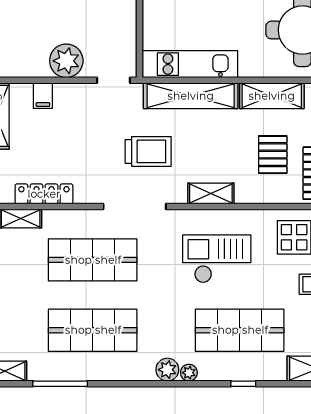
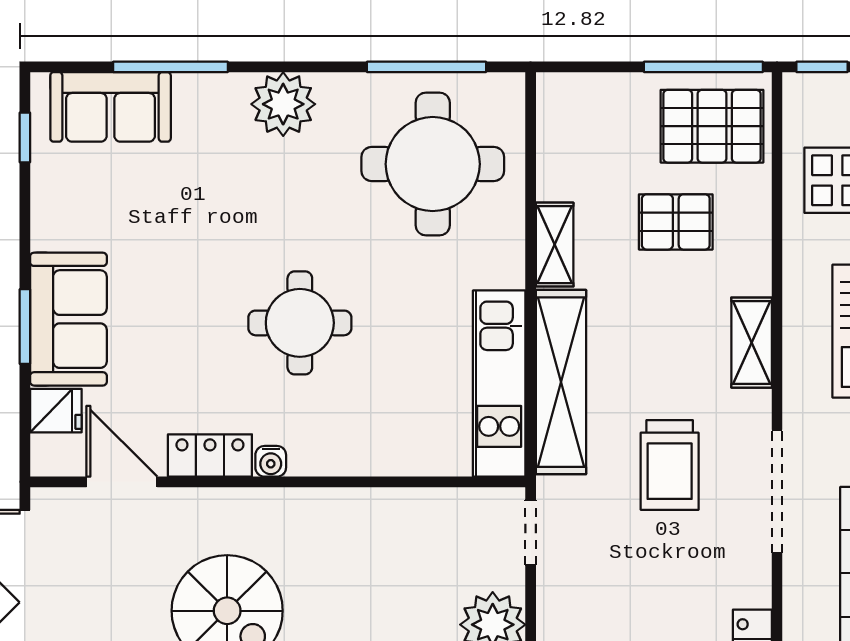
shelving: (272, 96) -> (555, 245), width x0.67, depth x0.75
trolley: (148, 151) -> (670, 465), turned 180

